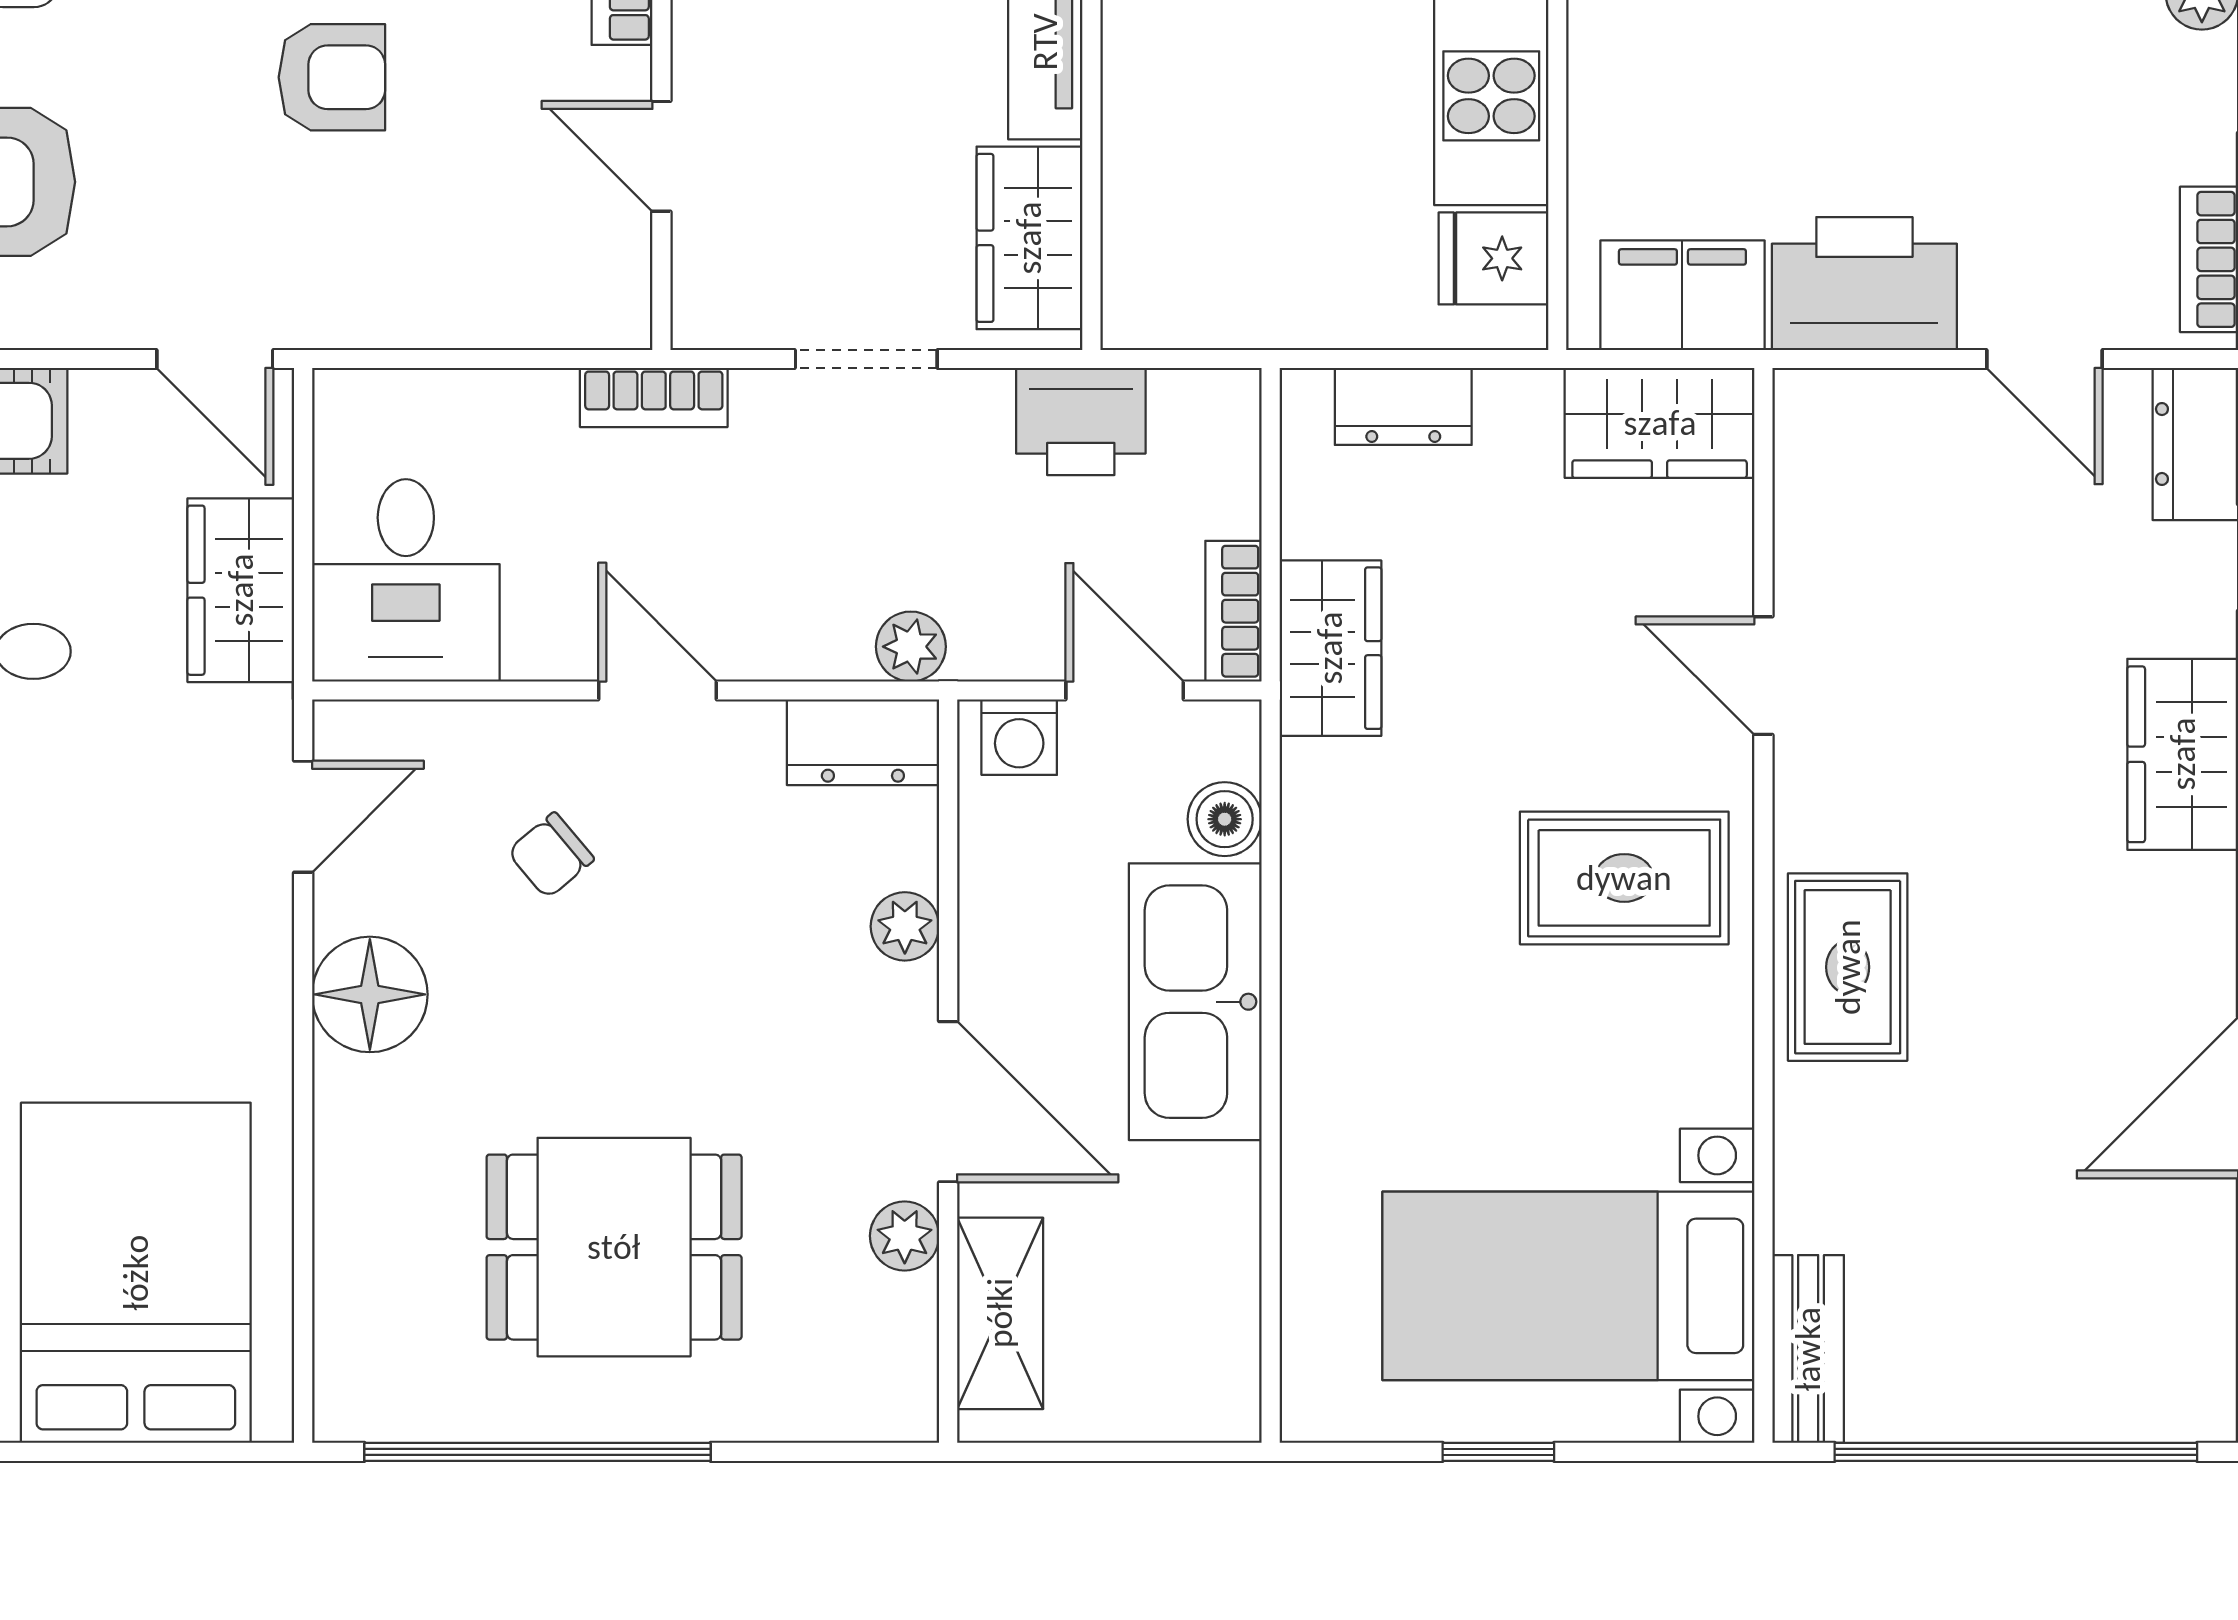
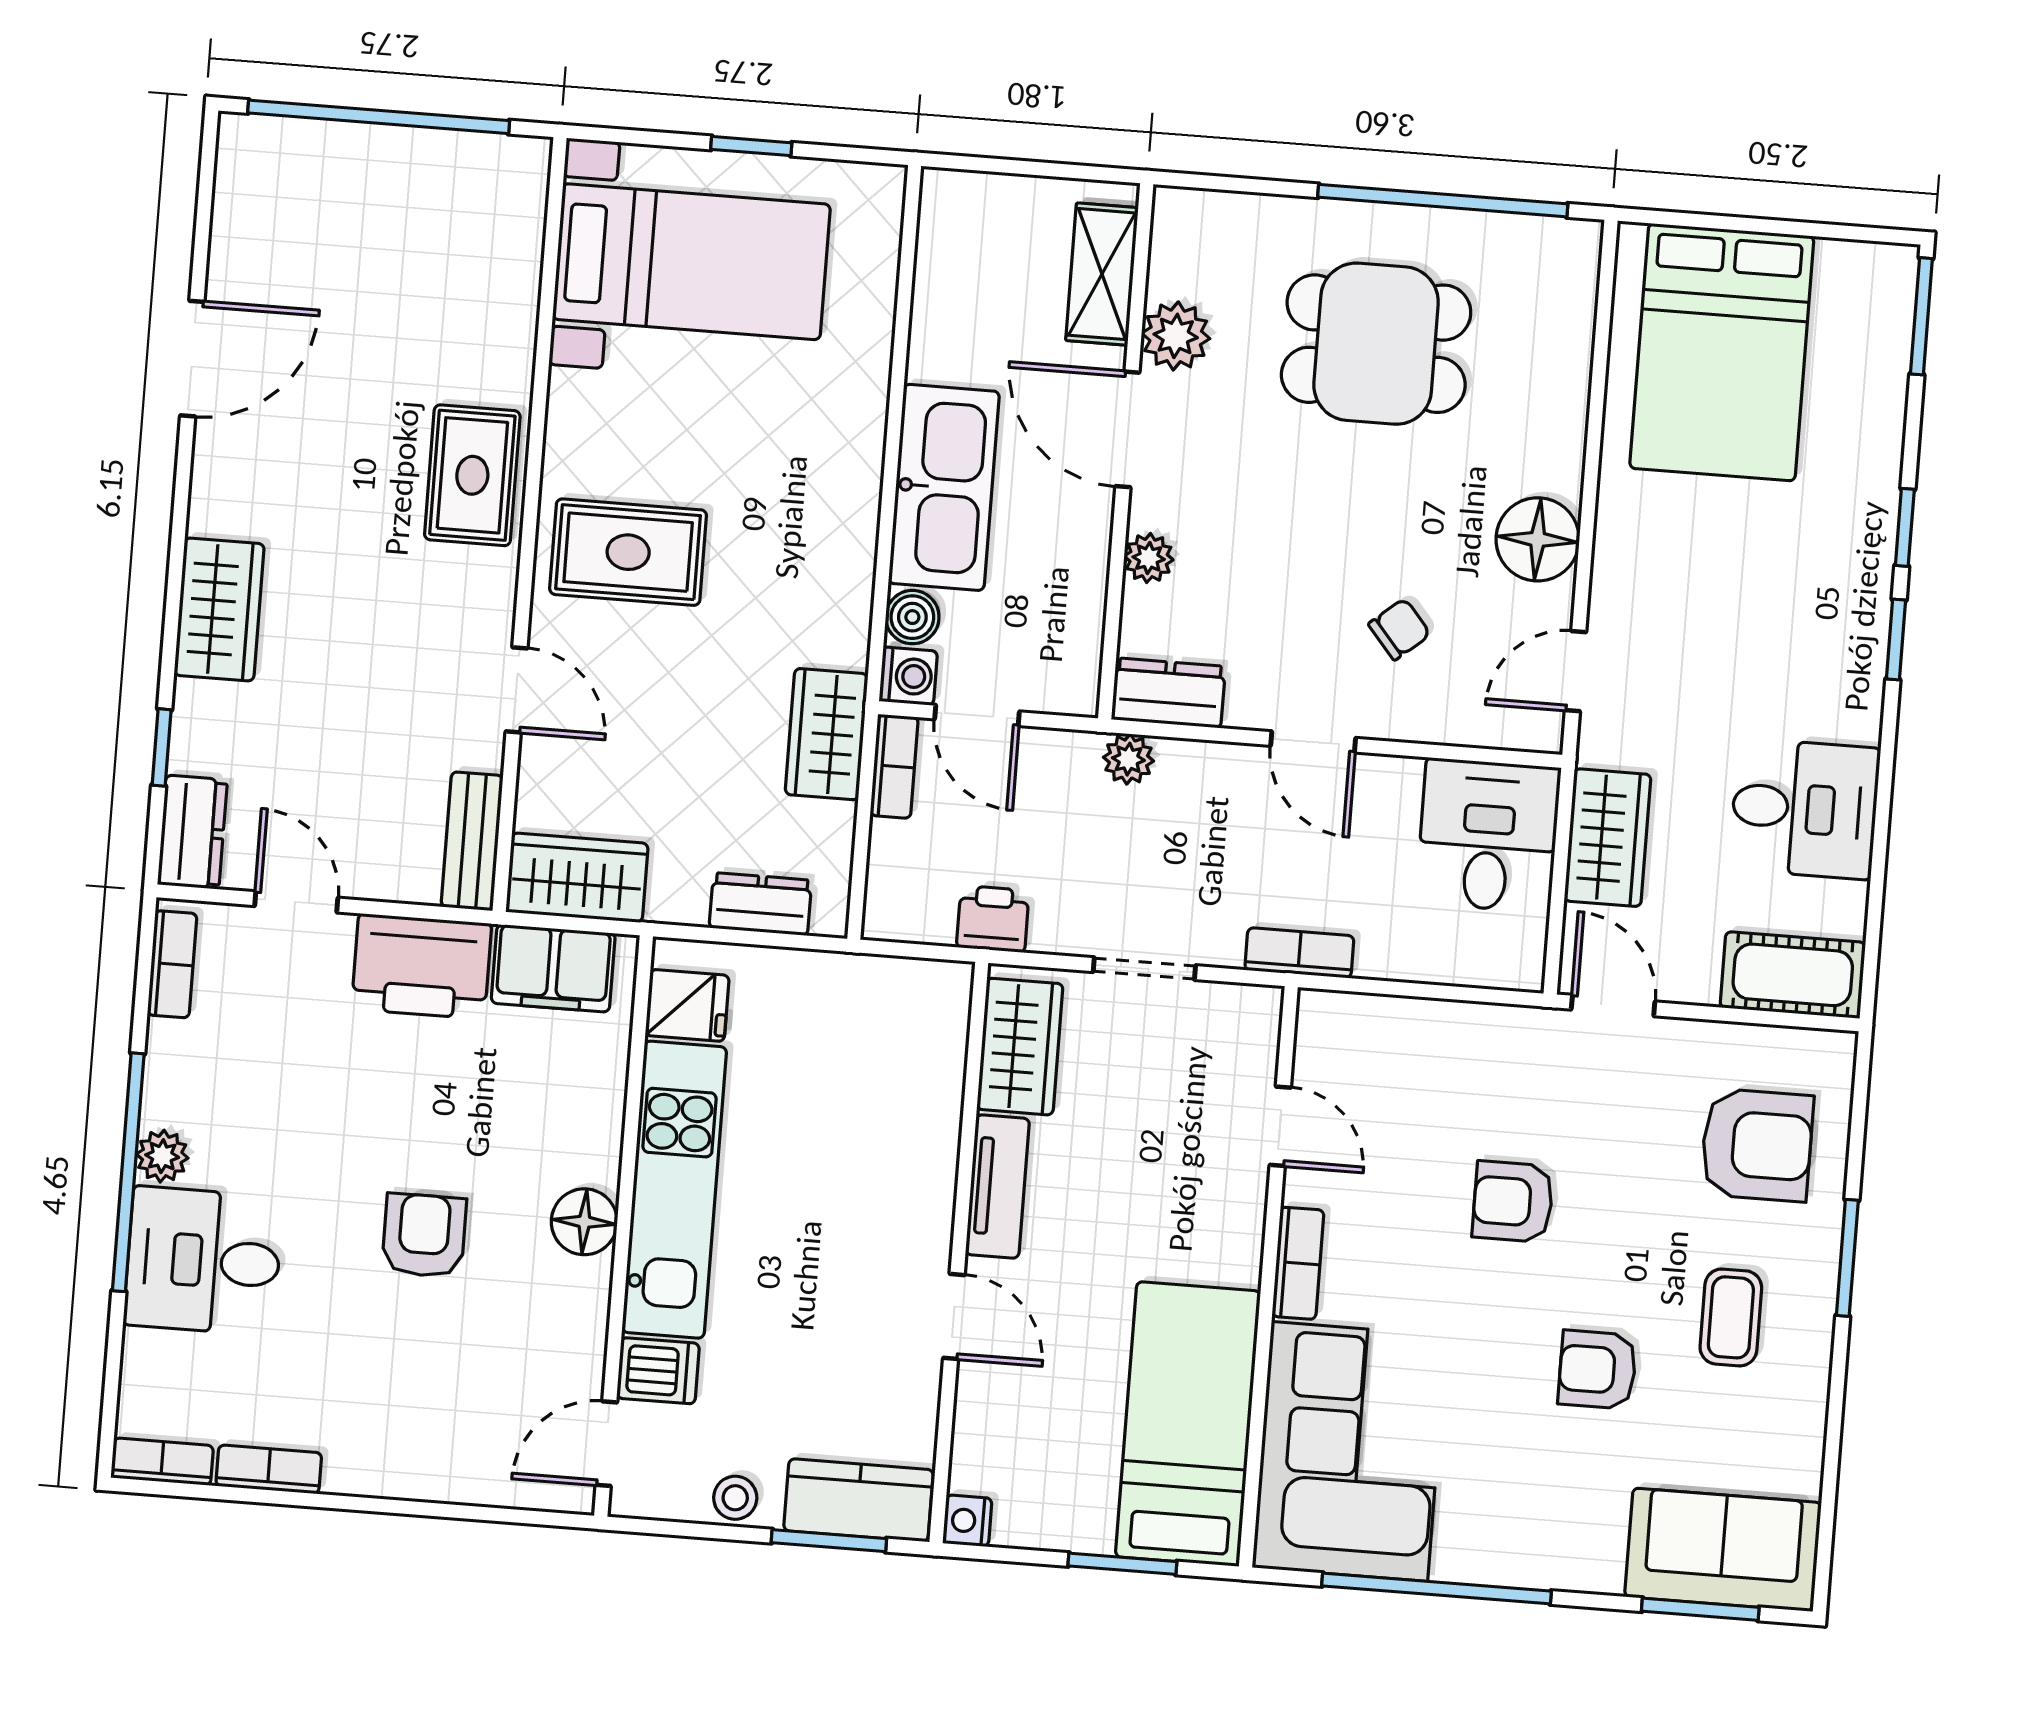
printer: (1081, 422) -> (993, 919), width x0.73, depth x0.81
washing machine: (1019, 737) -> (908, 676), moved, turned 90
plant: (905, 1236) -> (1176, 336), width x1.38, depth x1.38
bench: (1808, 1349) -> (472, 841), moved

